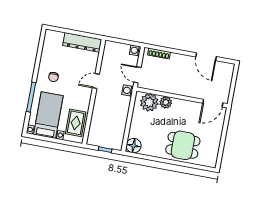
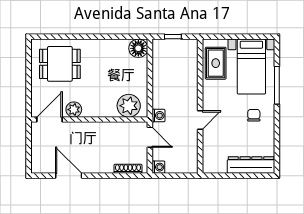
dresser: (82, 42) -> (251, 165), moved
plant: (166, 102) -> (74, 110), moved
dining table: (183, 145) -> (60, 64), moved

